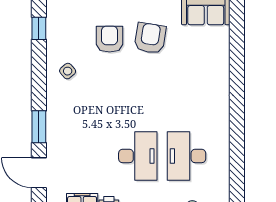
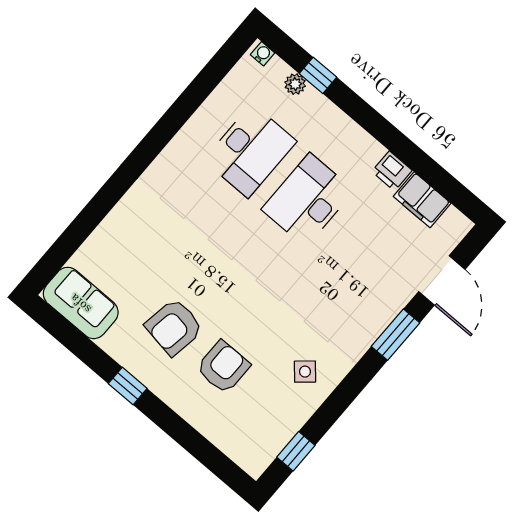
armchair: (110, 39) -> (223, 367), turned 180

